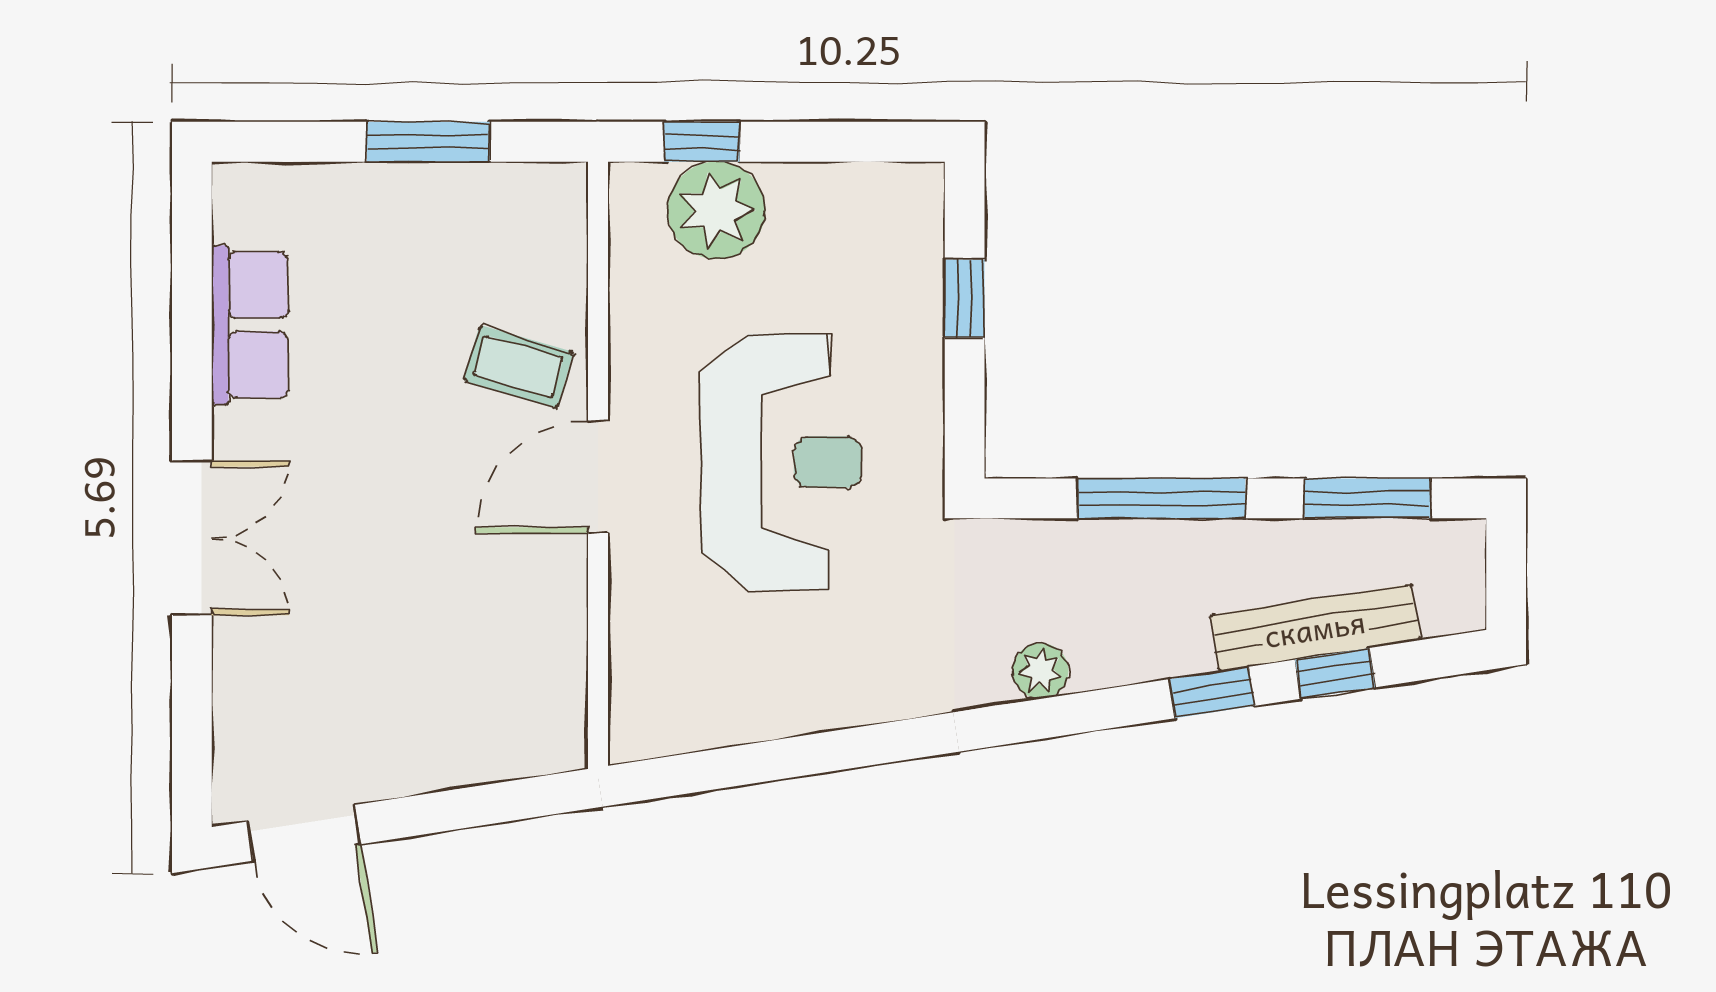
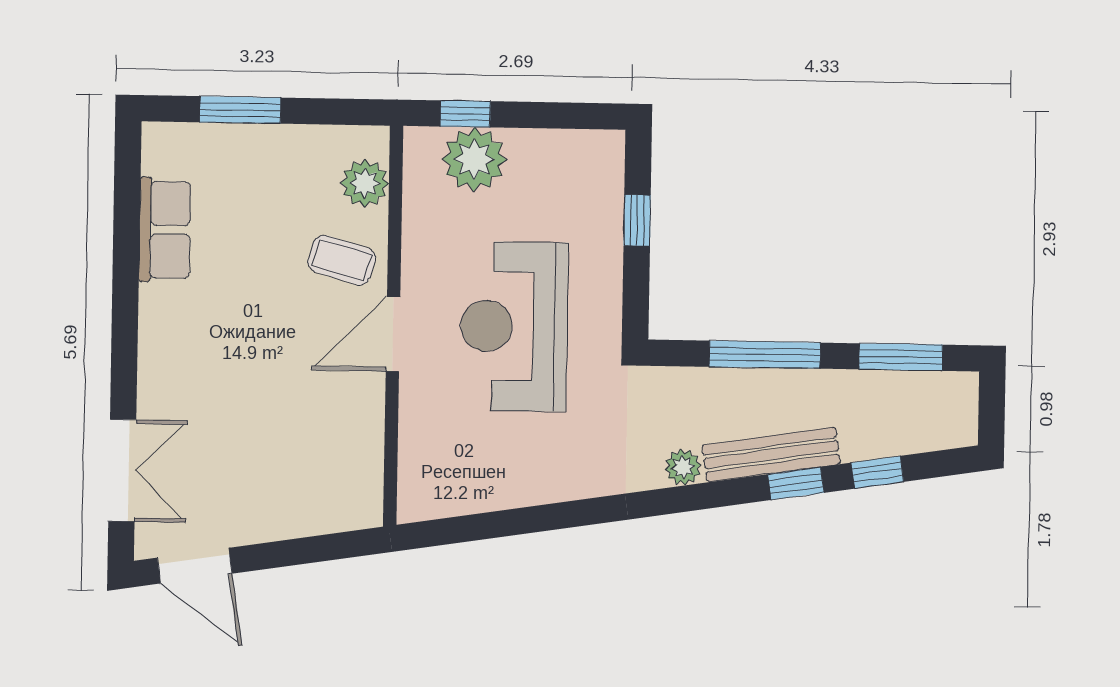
window: (428, 142) -> (240, 110), moved
plant: (551, 249) -> (365, 183), added
reception desk: (781, 462) -> (514, 326), turned 180
double door: (192, 538) -> (122, 470), moved
bench: (1315, 628) -> (771, 455), moved

